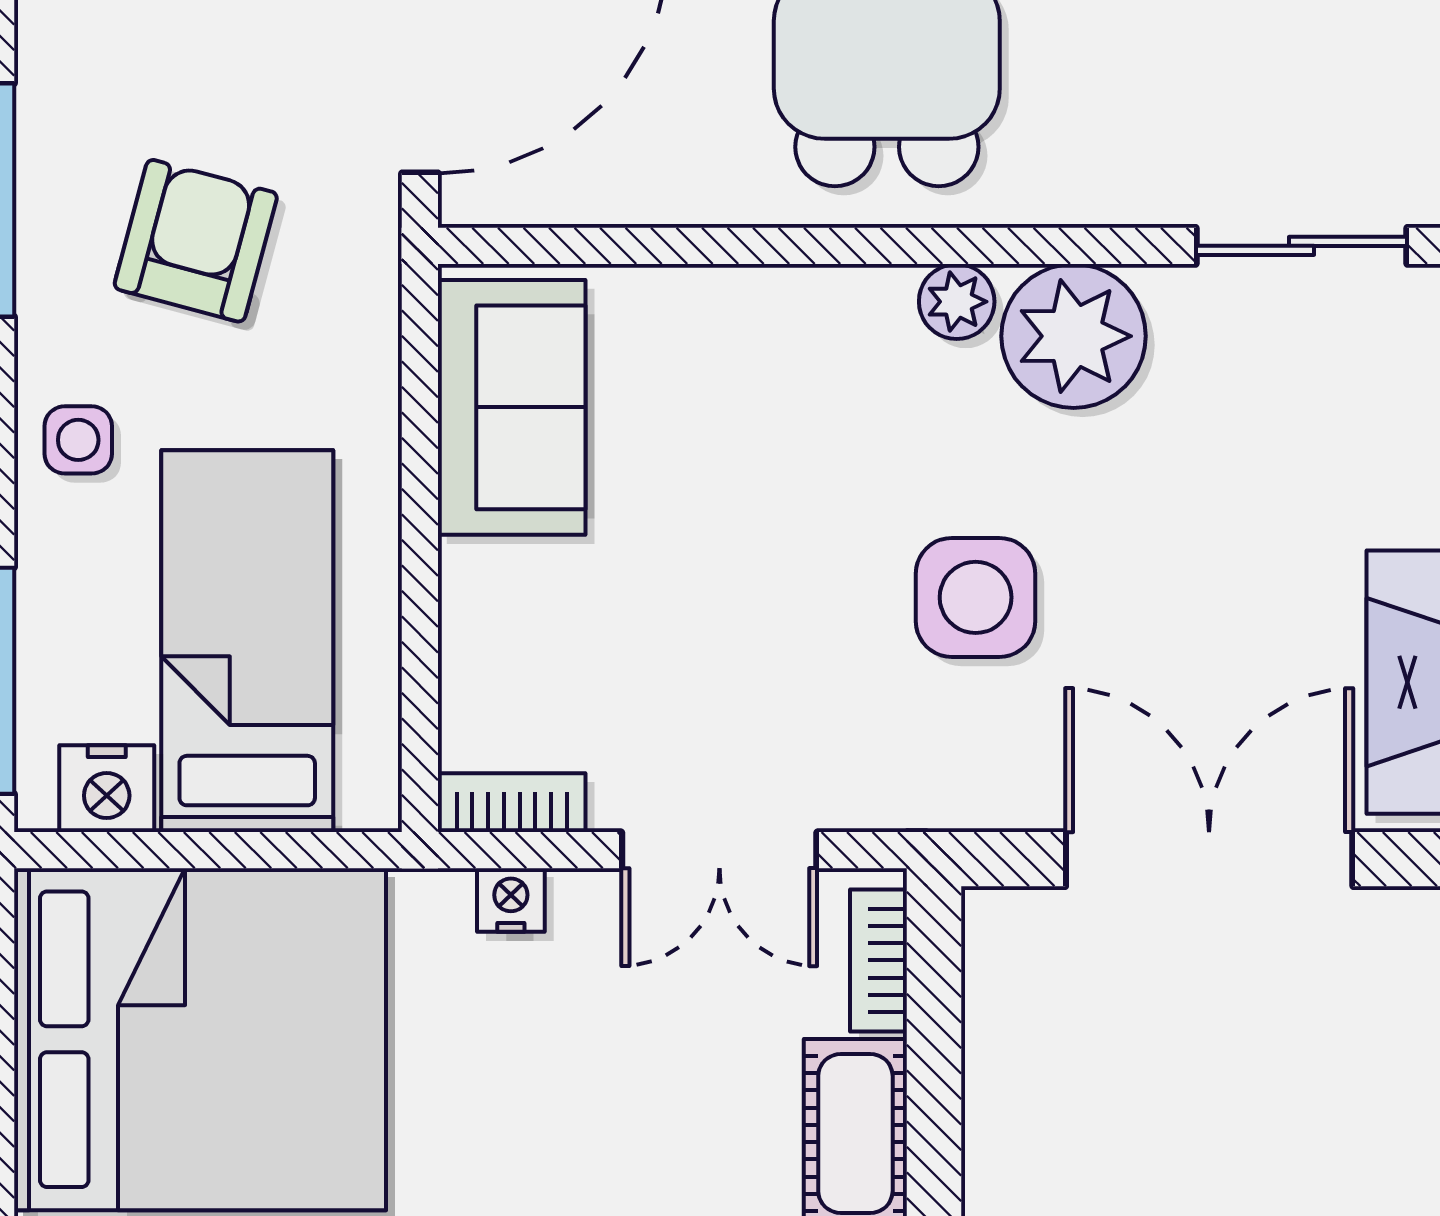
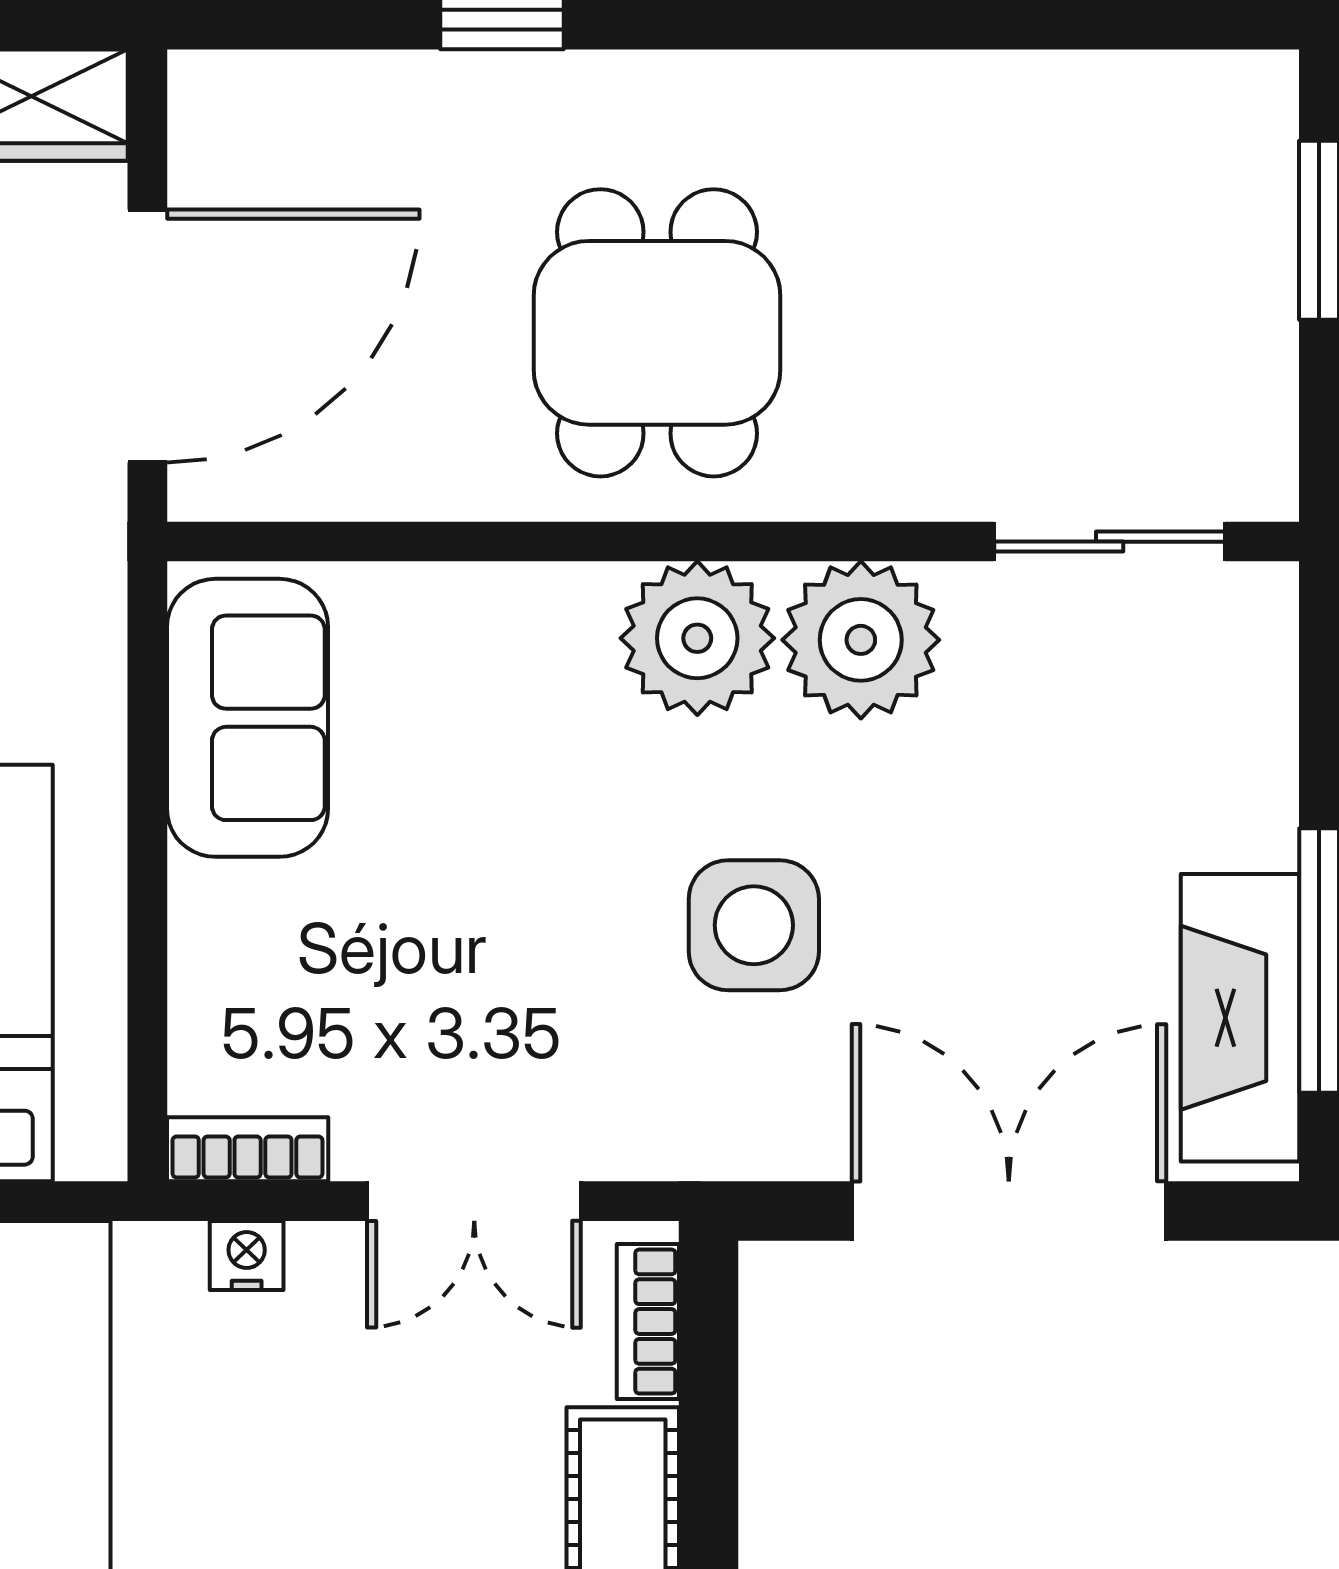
plant: (957, 302) -> (697, 638), width x1.87, depth x1.87

